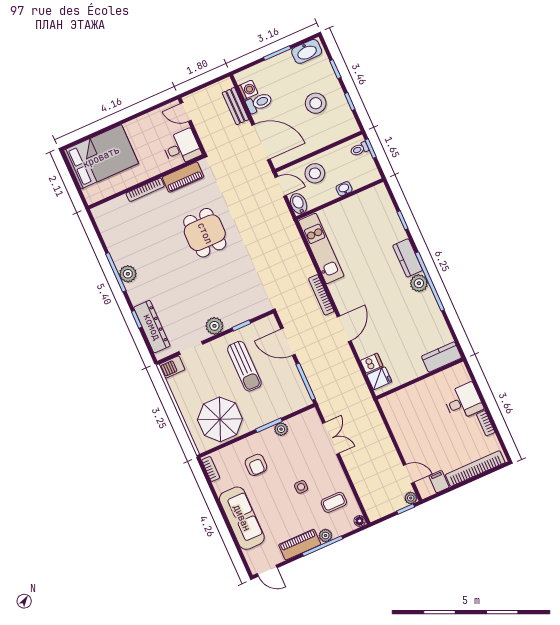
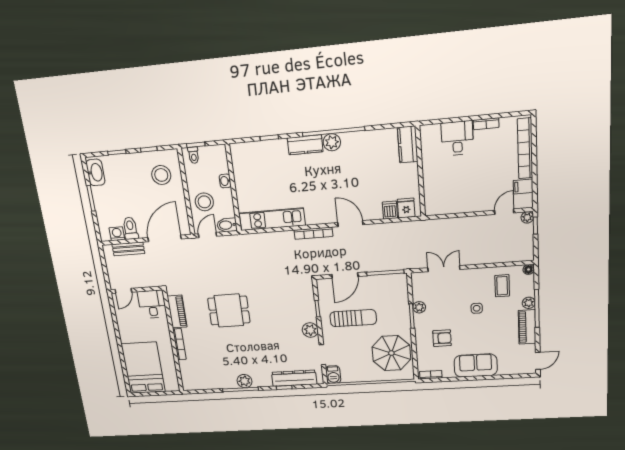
stool: (316, 103) -> (161, 175), moved
sofa: (242, 518) -> (476, 366), width x0.73

